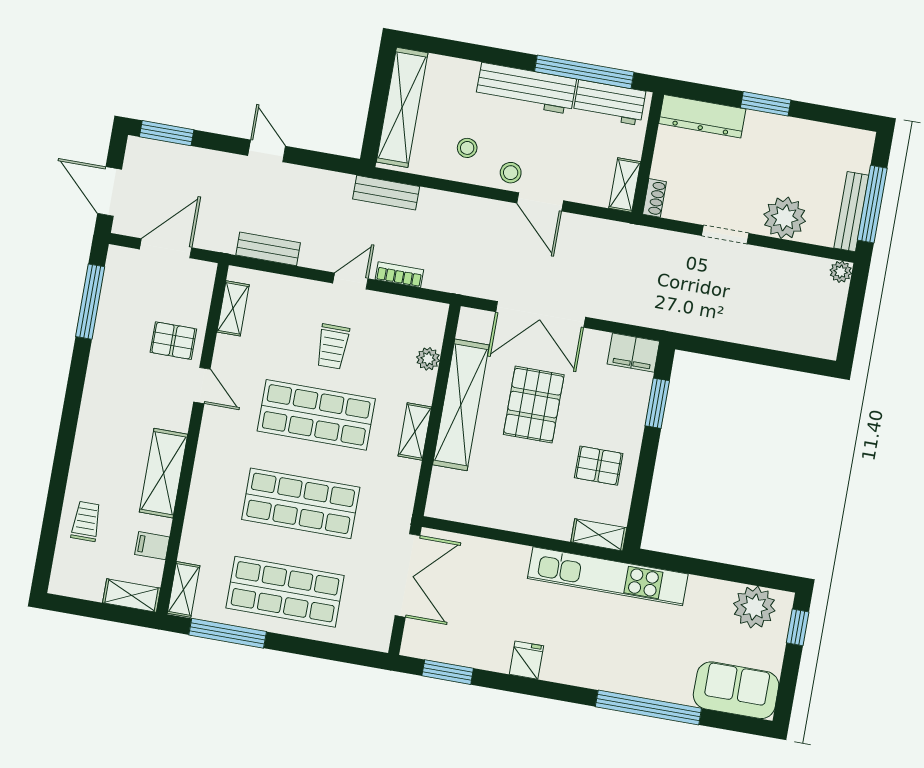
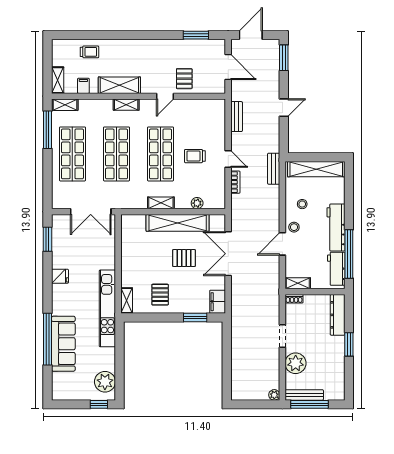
window: (90, 302) -> (196, 35), width x0.69
shelving: (233, 308) -> (126, 105), moved
pallet: (534, 405) -> (184, 258), width x0.67, depth x0.71
sofa: (736, 690) -> (63, 344), moved, width x1.36

